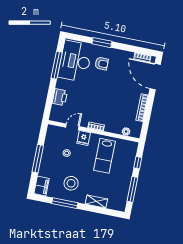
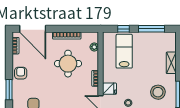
armchair: (102, 64) -> (21, 73), moved
door: (155, 77) -> (33, 29), hinge flipped
round table: (115, 103) -> (68, 64), added
lab bench: (104, 156) -> (124, 51), moved, turned -90

